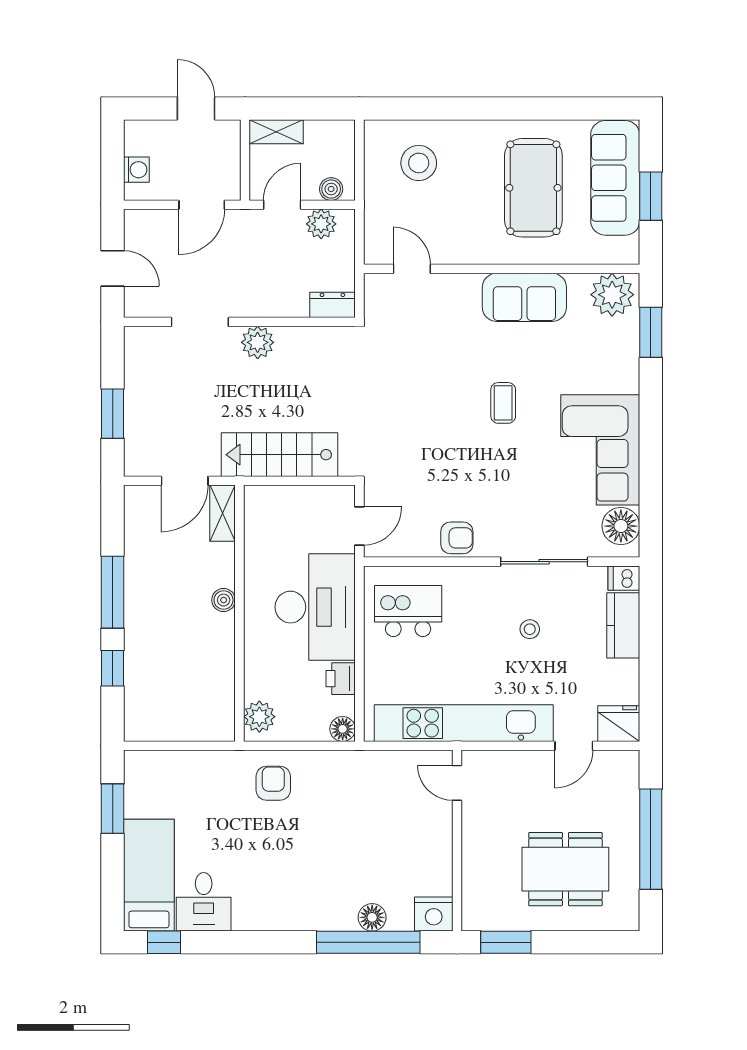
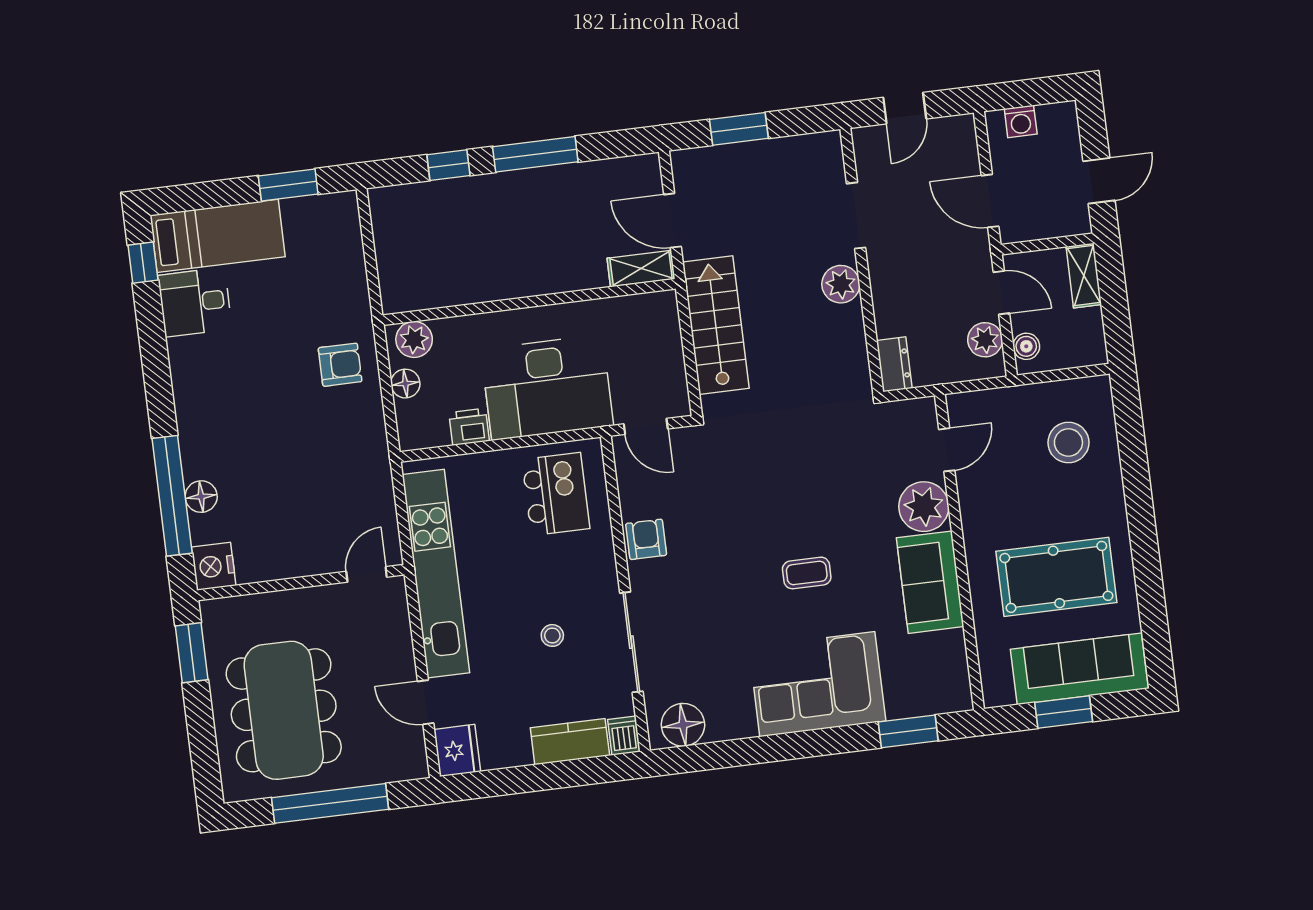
plant: (612, 295) -> (924, 507), moved
corner sofa: (600, 450) -> (817, 684), moved
armchair: (457, 538) -> (646, 539), turned 180
boiler: (224, 600) -> (542, 282), removed
floor lamp: (343, 729) -> (405, 384), moved
dining table: (565, 869) -> (284, 710), width x1.36, depth x1.24

